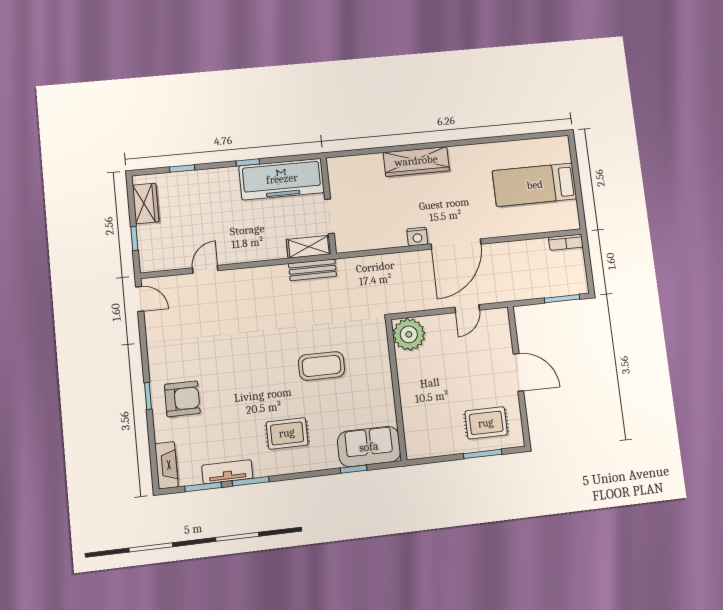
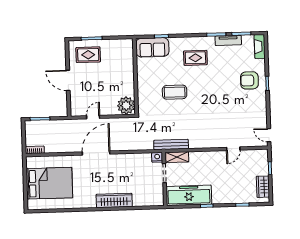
bed: (535, 185) -> (49, 183), width x1.50
nightstand: (417, 237) -> (157, 157), moved
bench: (313, 270) -> (171, 144), width x1.36

